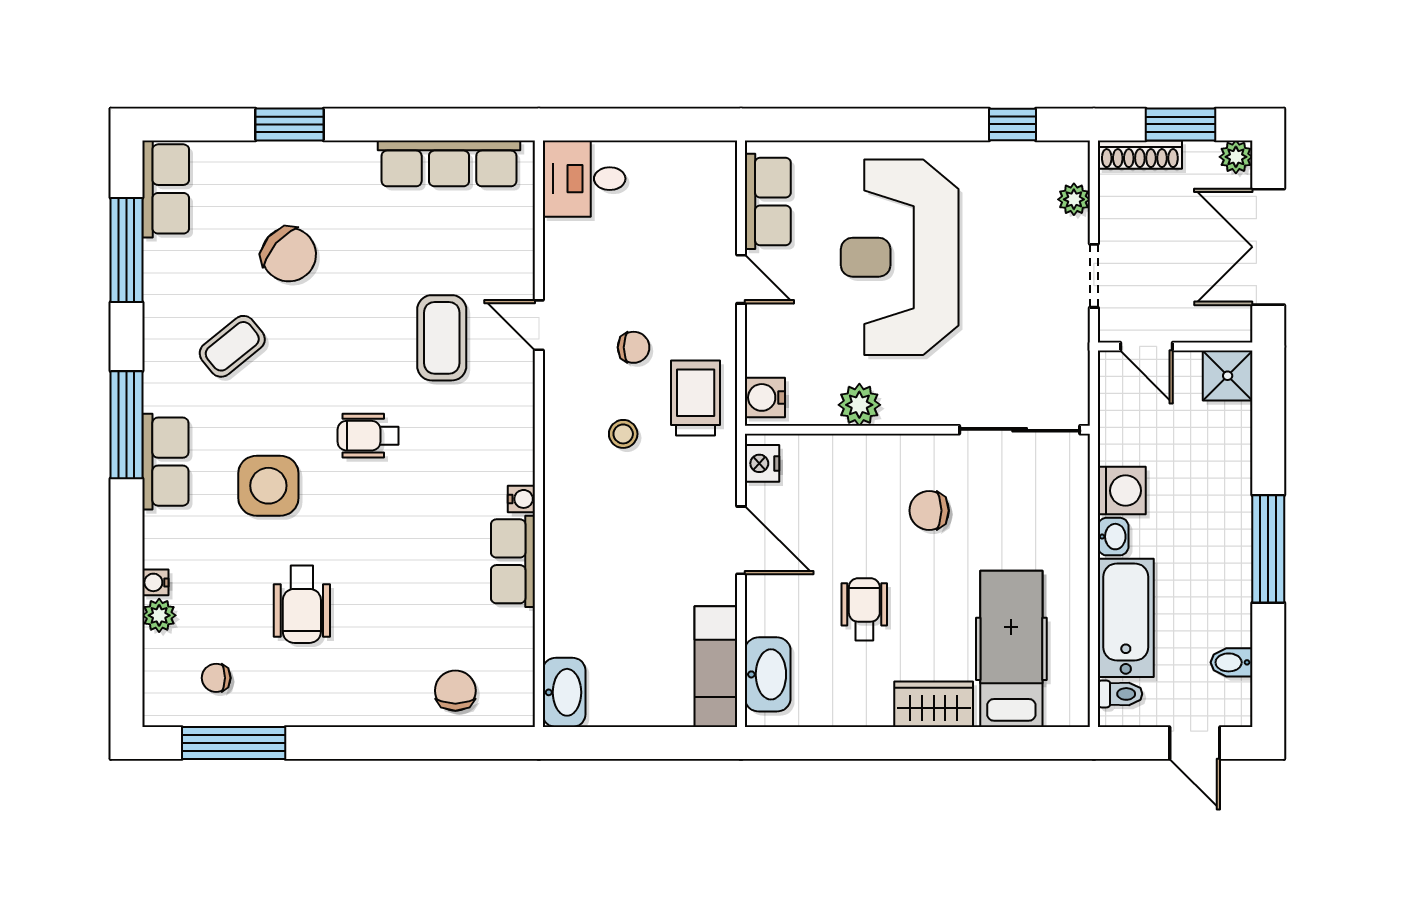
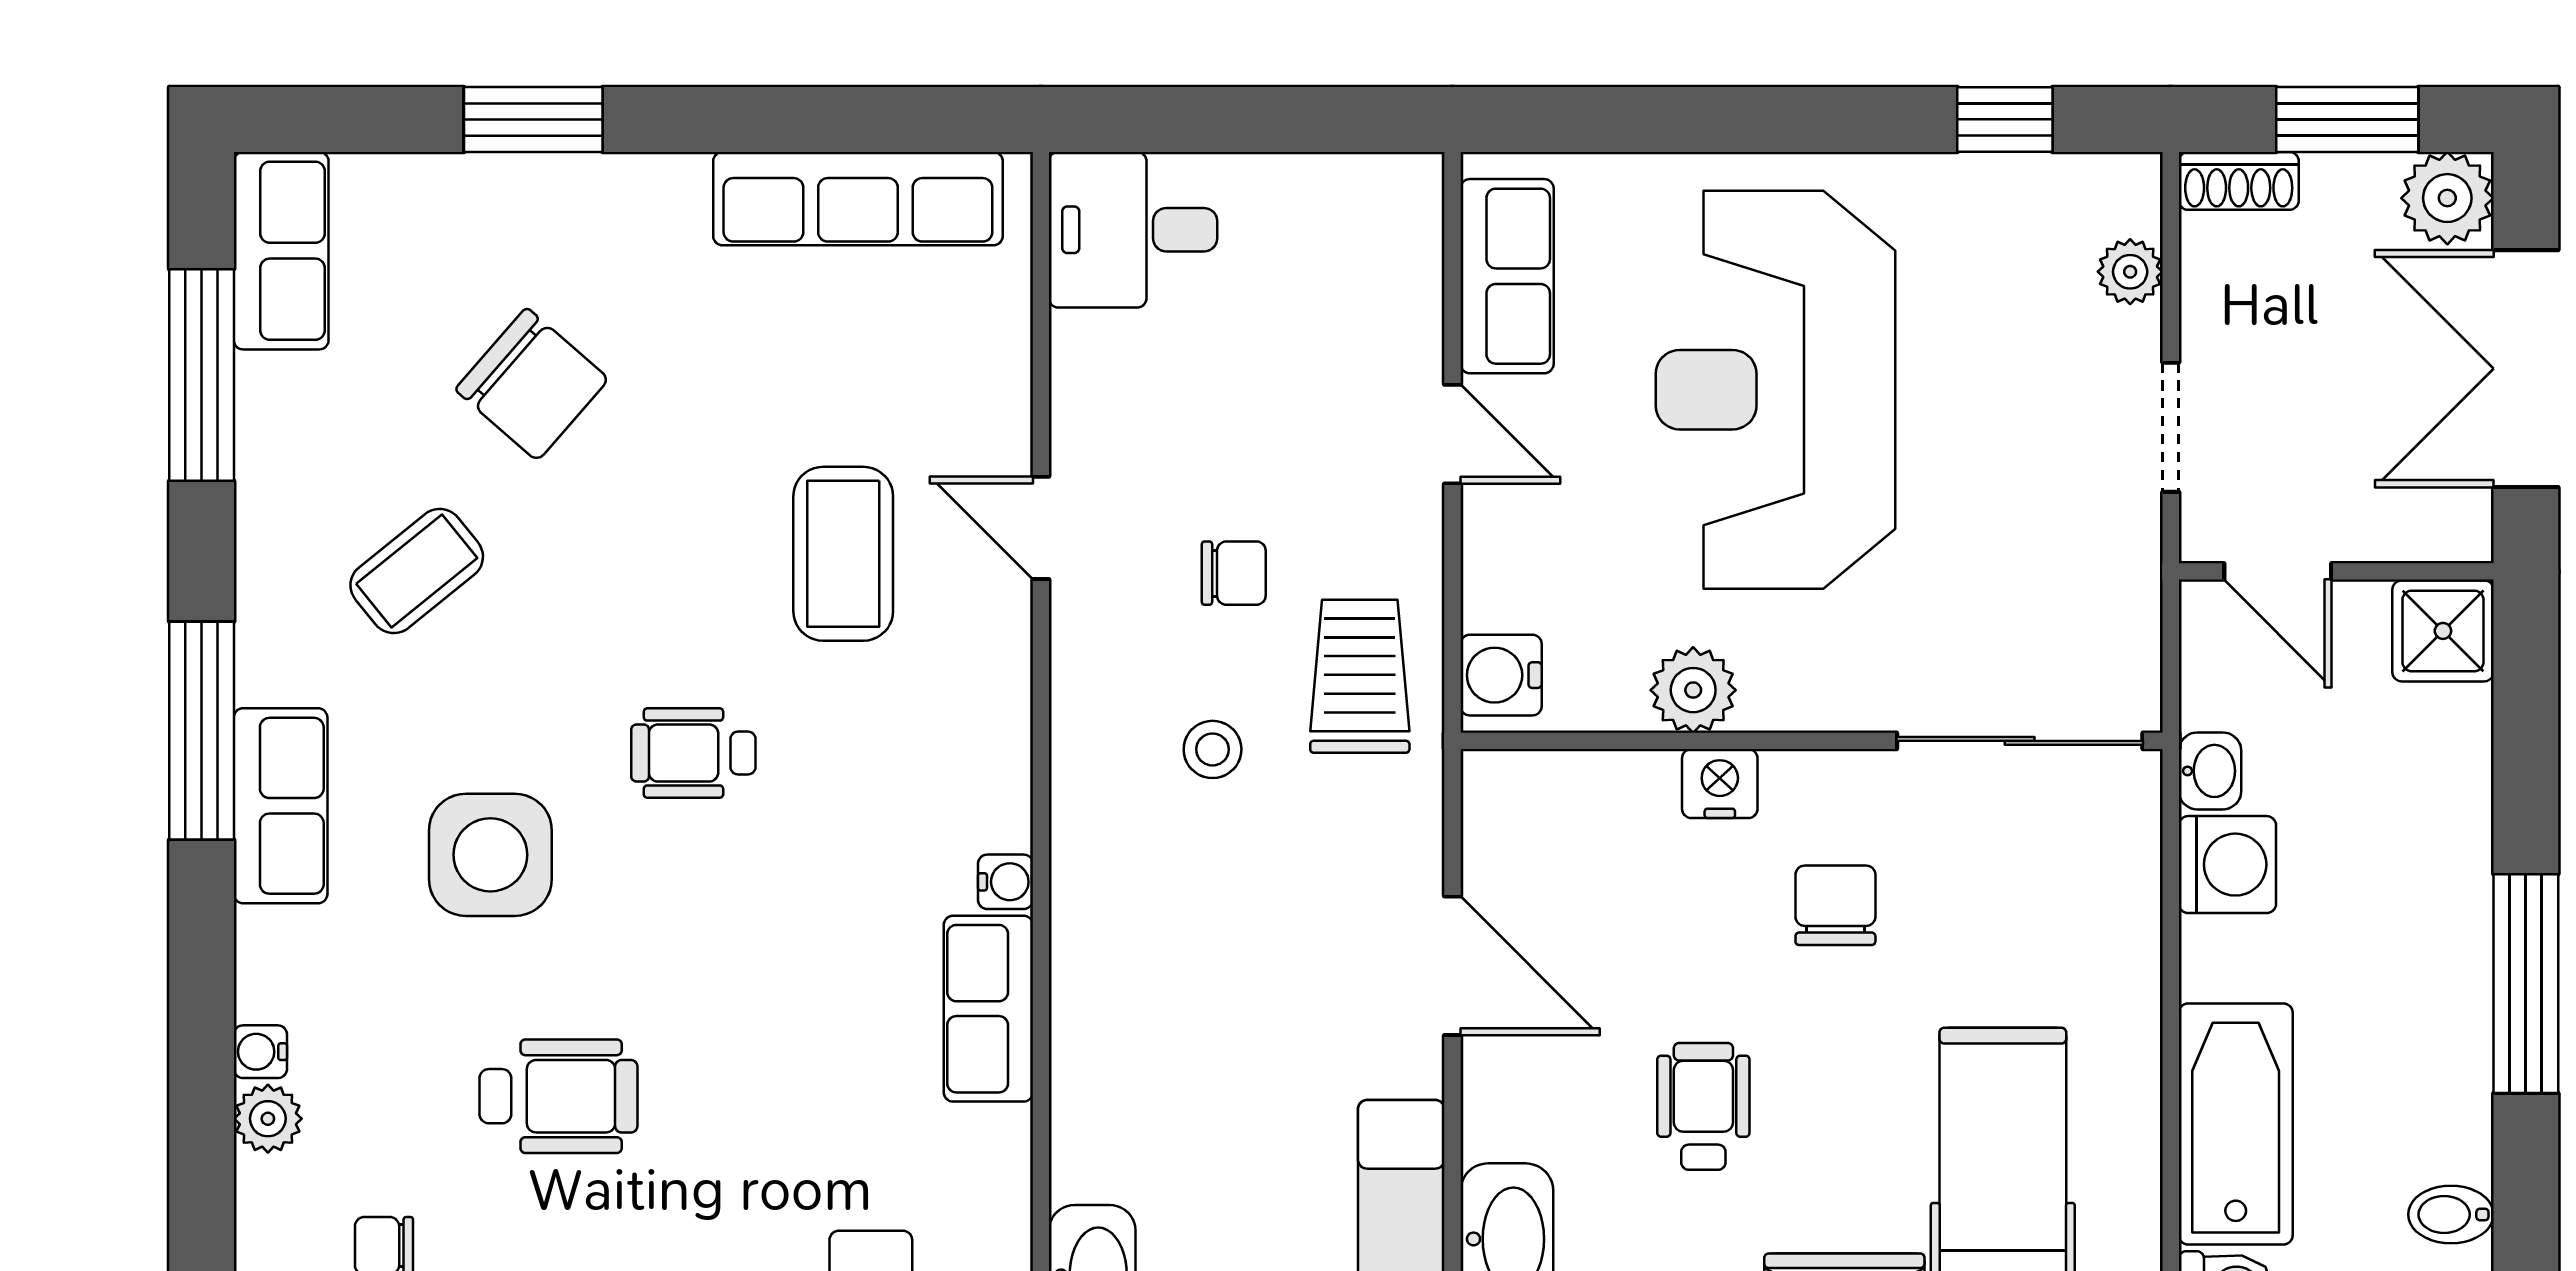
shoe rack: (1140, 155) -> (2239, 181), width x0.70
plant: (1236, 157) -> (2447, 198), width x1.38, depth x1.38
nightstand: (762, 463) -> (1720, 784), moved, turned 90
chair: (929, 511) -> (1835, 905), turned 90
washbasin: (1113, 537) -> (2210, 771), moved
wheelchair: (302, 604) -> (558, 1096), turned -90

